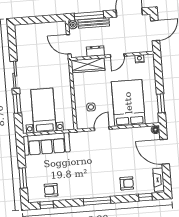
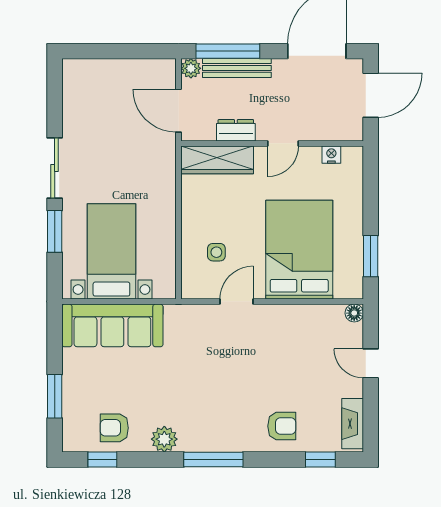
door: (165, 152) -> (371, 363), width x0.53
plant: (74, 193) -> (164, 439), added

